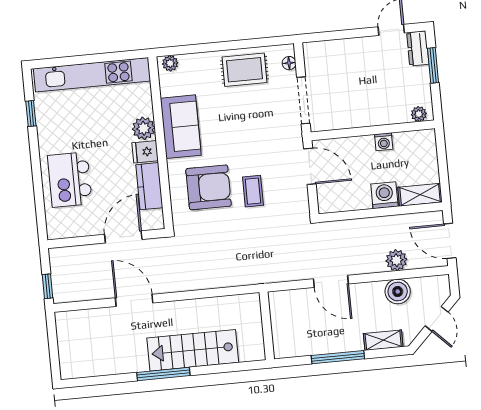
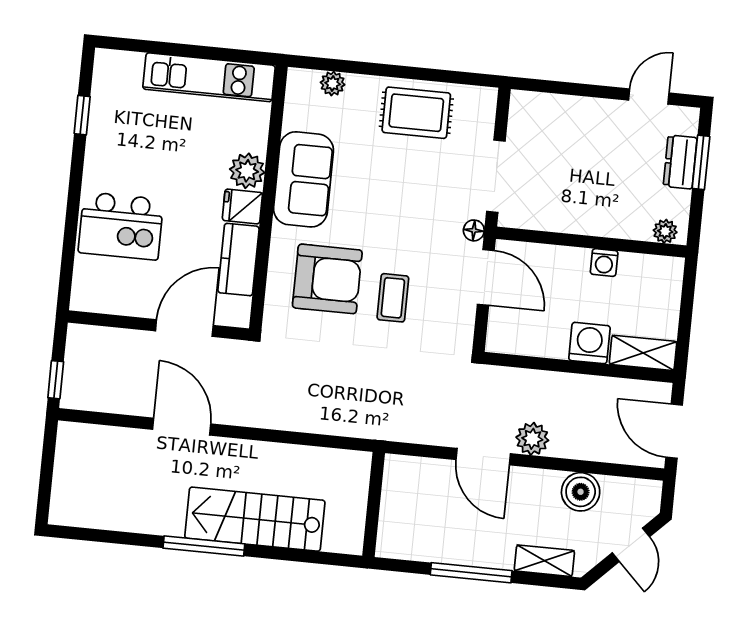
dresser: (418, 48) -> (680, 162), moved
plant: (170, 63) -> (333, 84), moved
floor lamp: (289, 63) -> (474, 230), moved
kitchen unit: (92, 75) -> (209, 77), width x0.73
kitchen island: (70, 180) -> (121, 226), turned -90
plant: (396, 260) -> (532, 439), moved

